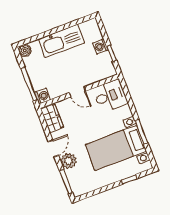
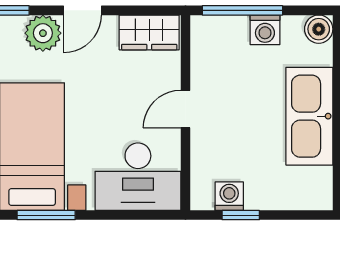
washing machine: (100, 46) -> (229, 196), moved
washing machine: (42, 96) -> (265, 30), moved
desk: (110, 96) -> (138, 177), width x1.37
door: (53, 148) -> (82, 10), hinge flipped

